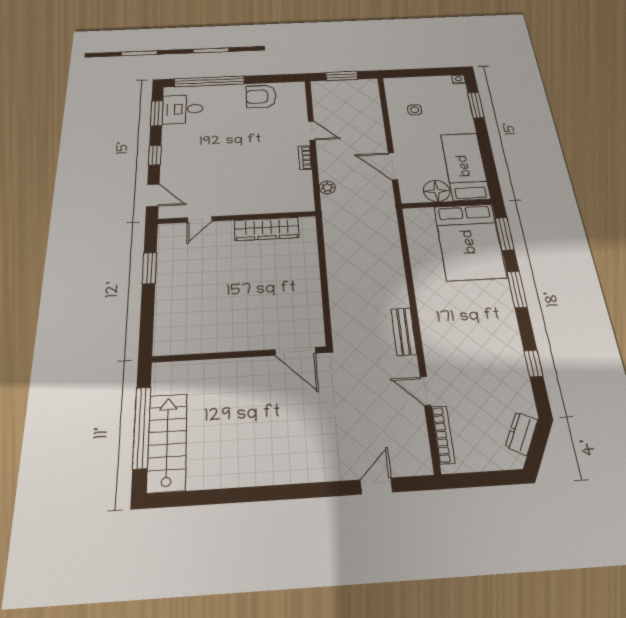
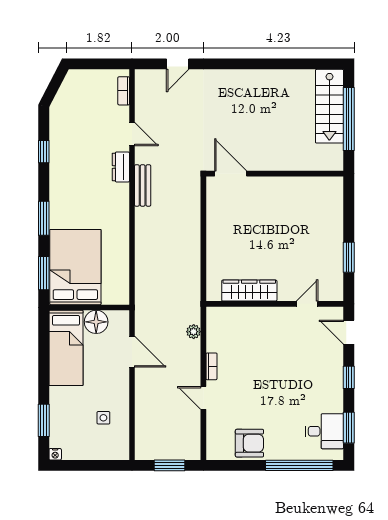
dresser: (522, 433) -> (121, 167), moved, turned 153
bookcase: (443, 435) -> (124, 91), width x0.64

